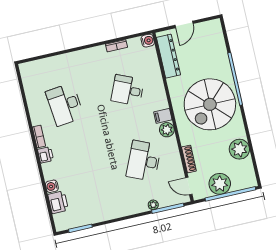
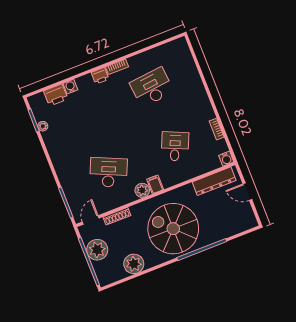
plant: (153, 205) -> (43, 126), moved

